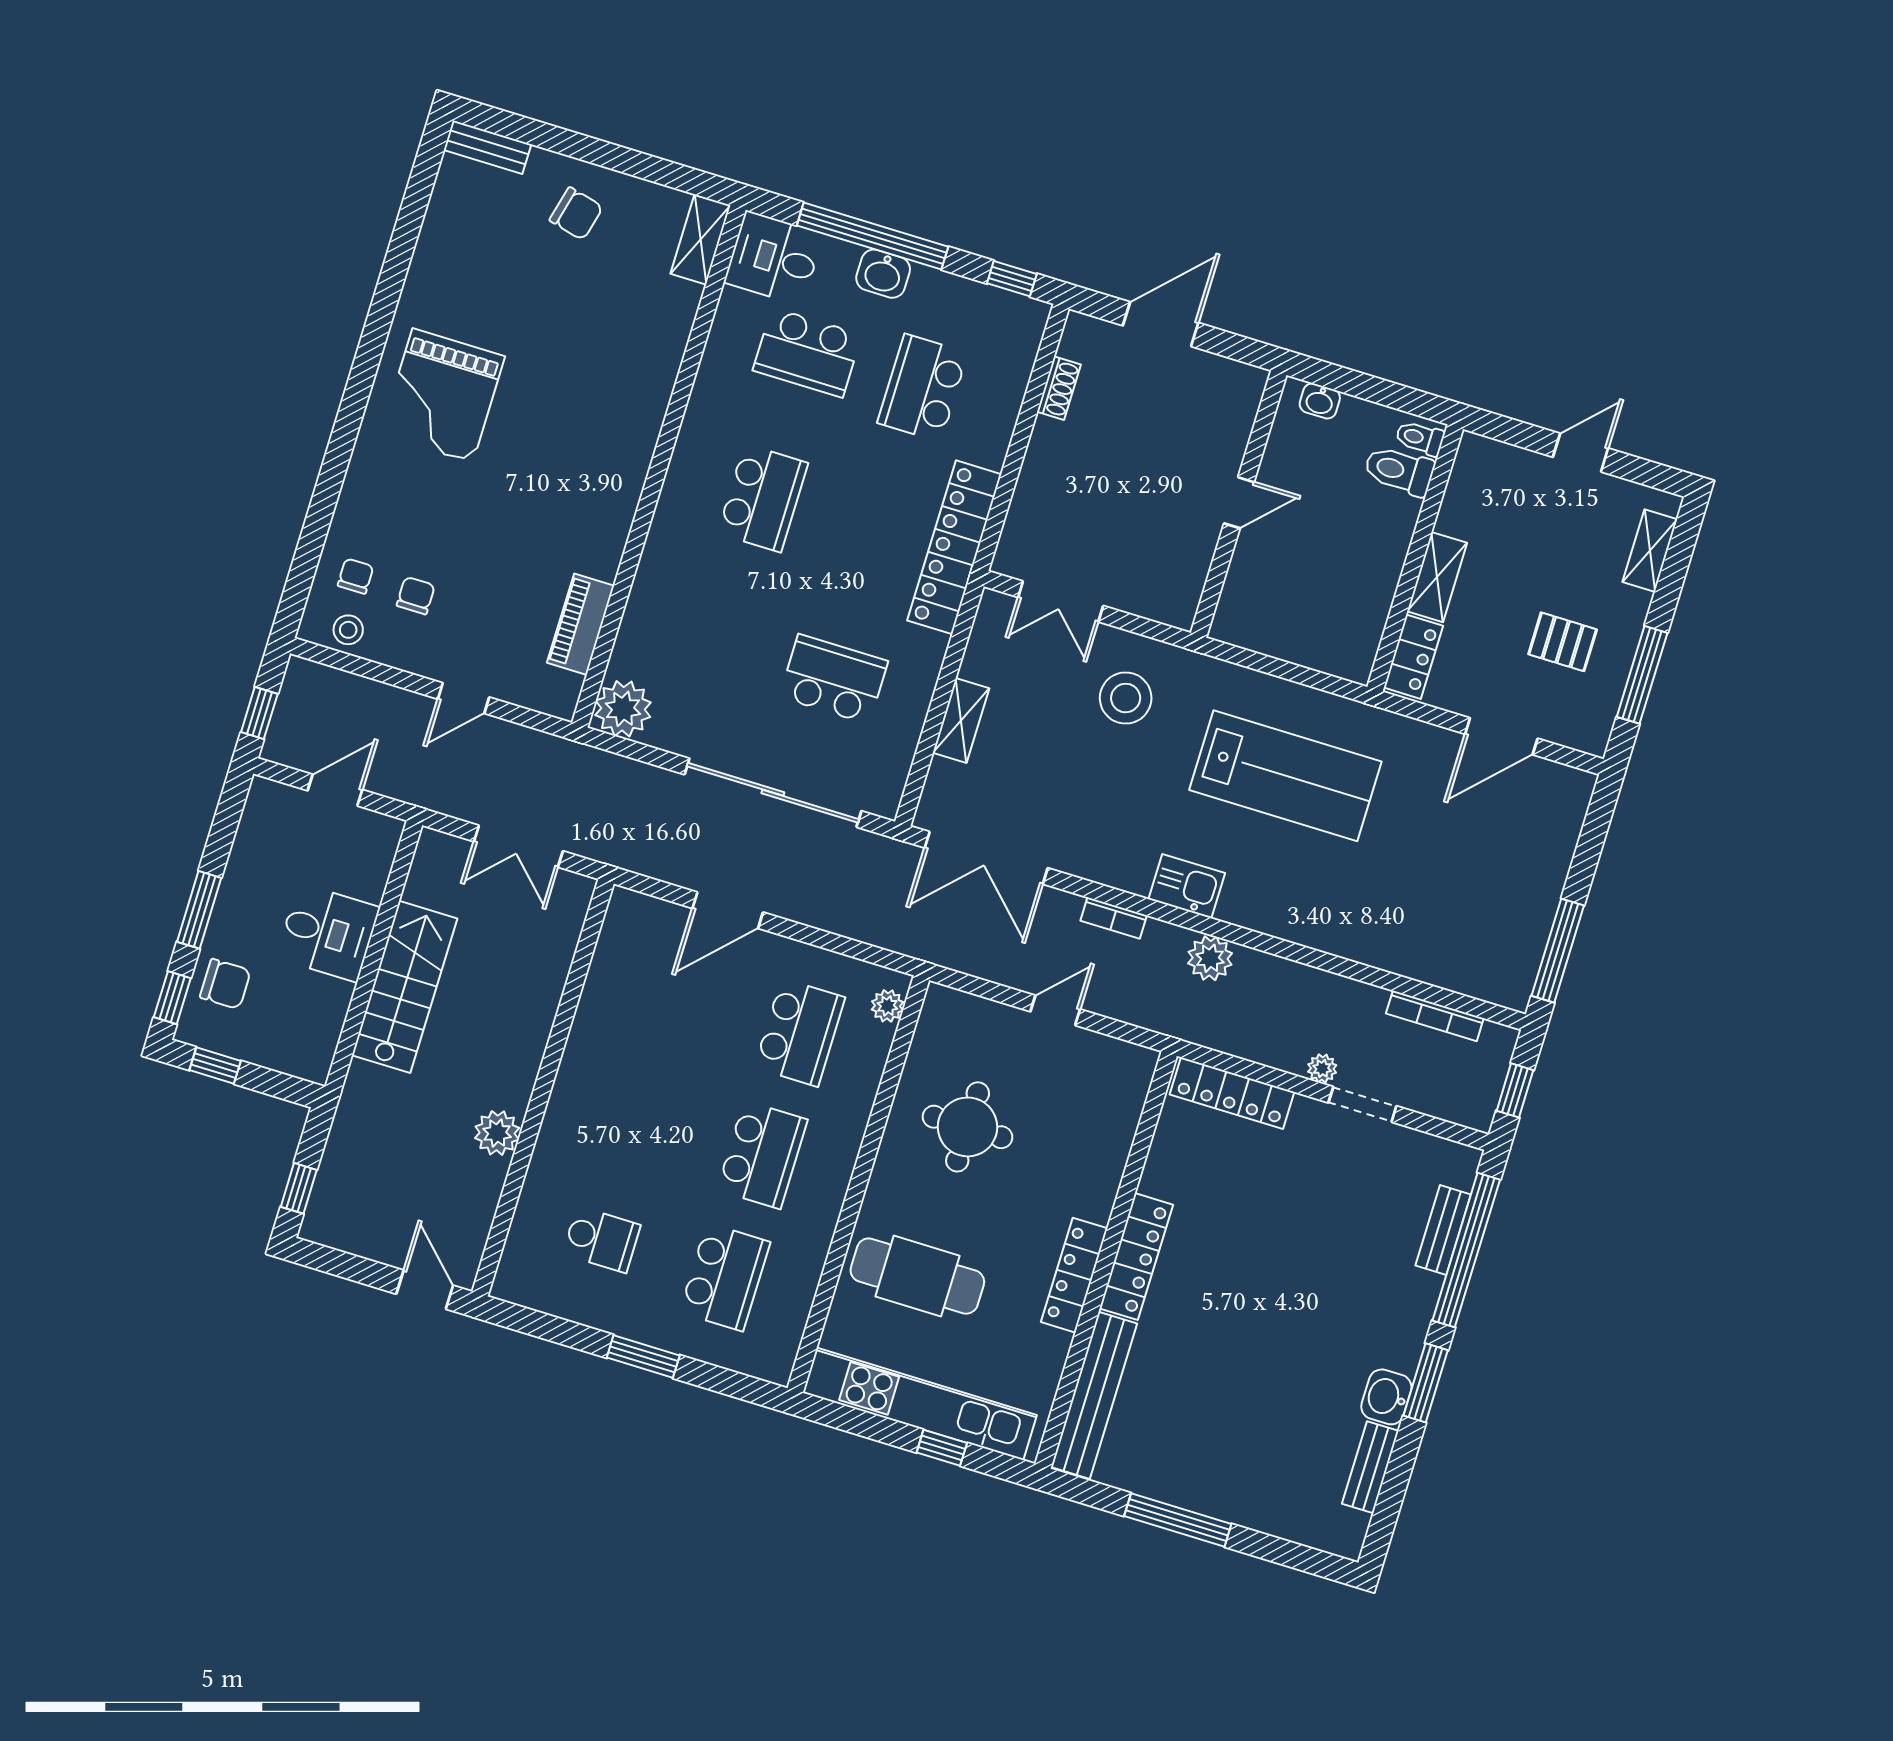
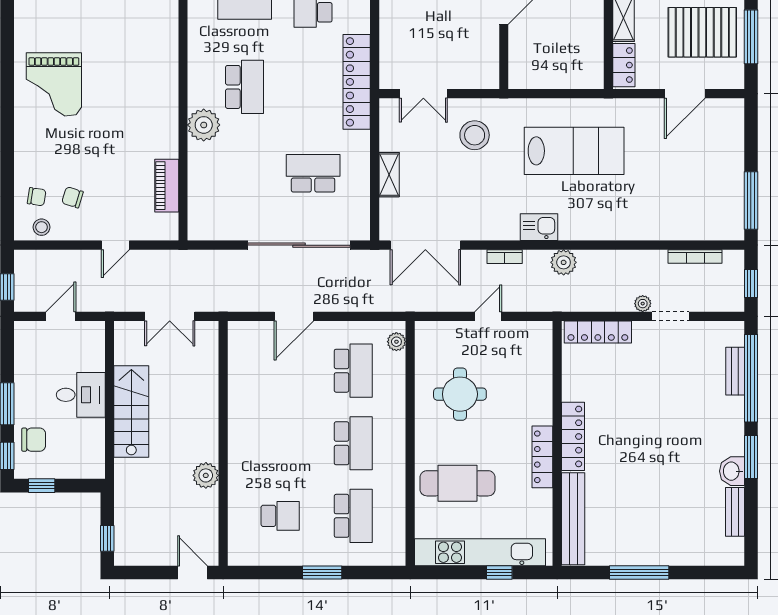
chair: (356, 576) -> (37, 197), turned 99
chair: (416, 596) -> (72, 197), turned -73
pallet: (1563, 642) -> (702, 32), width x2.05, depth x2.00
plant: (623, 709) -> (204, 125), moved

